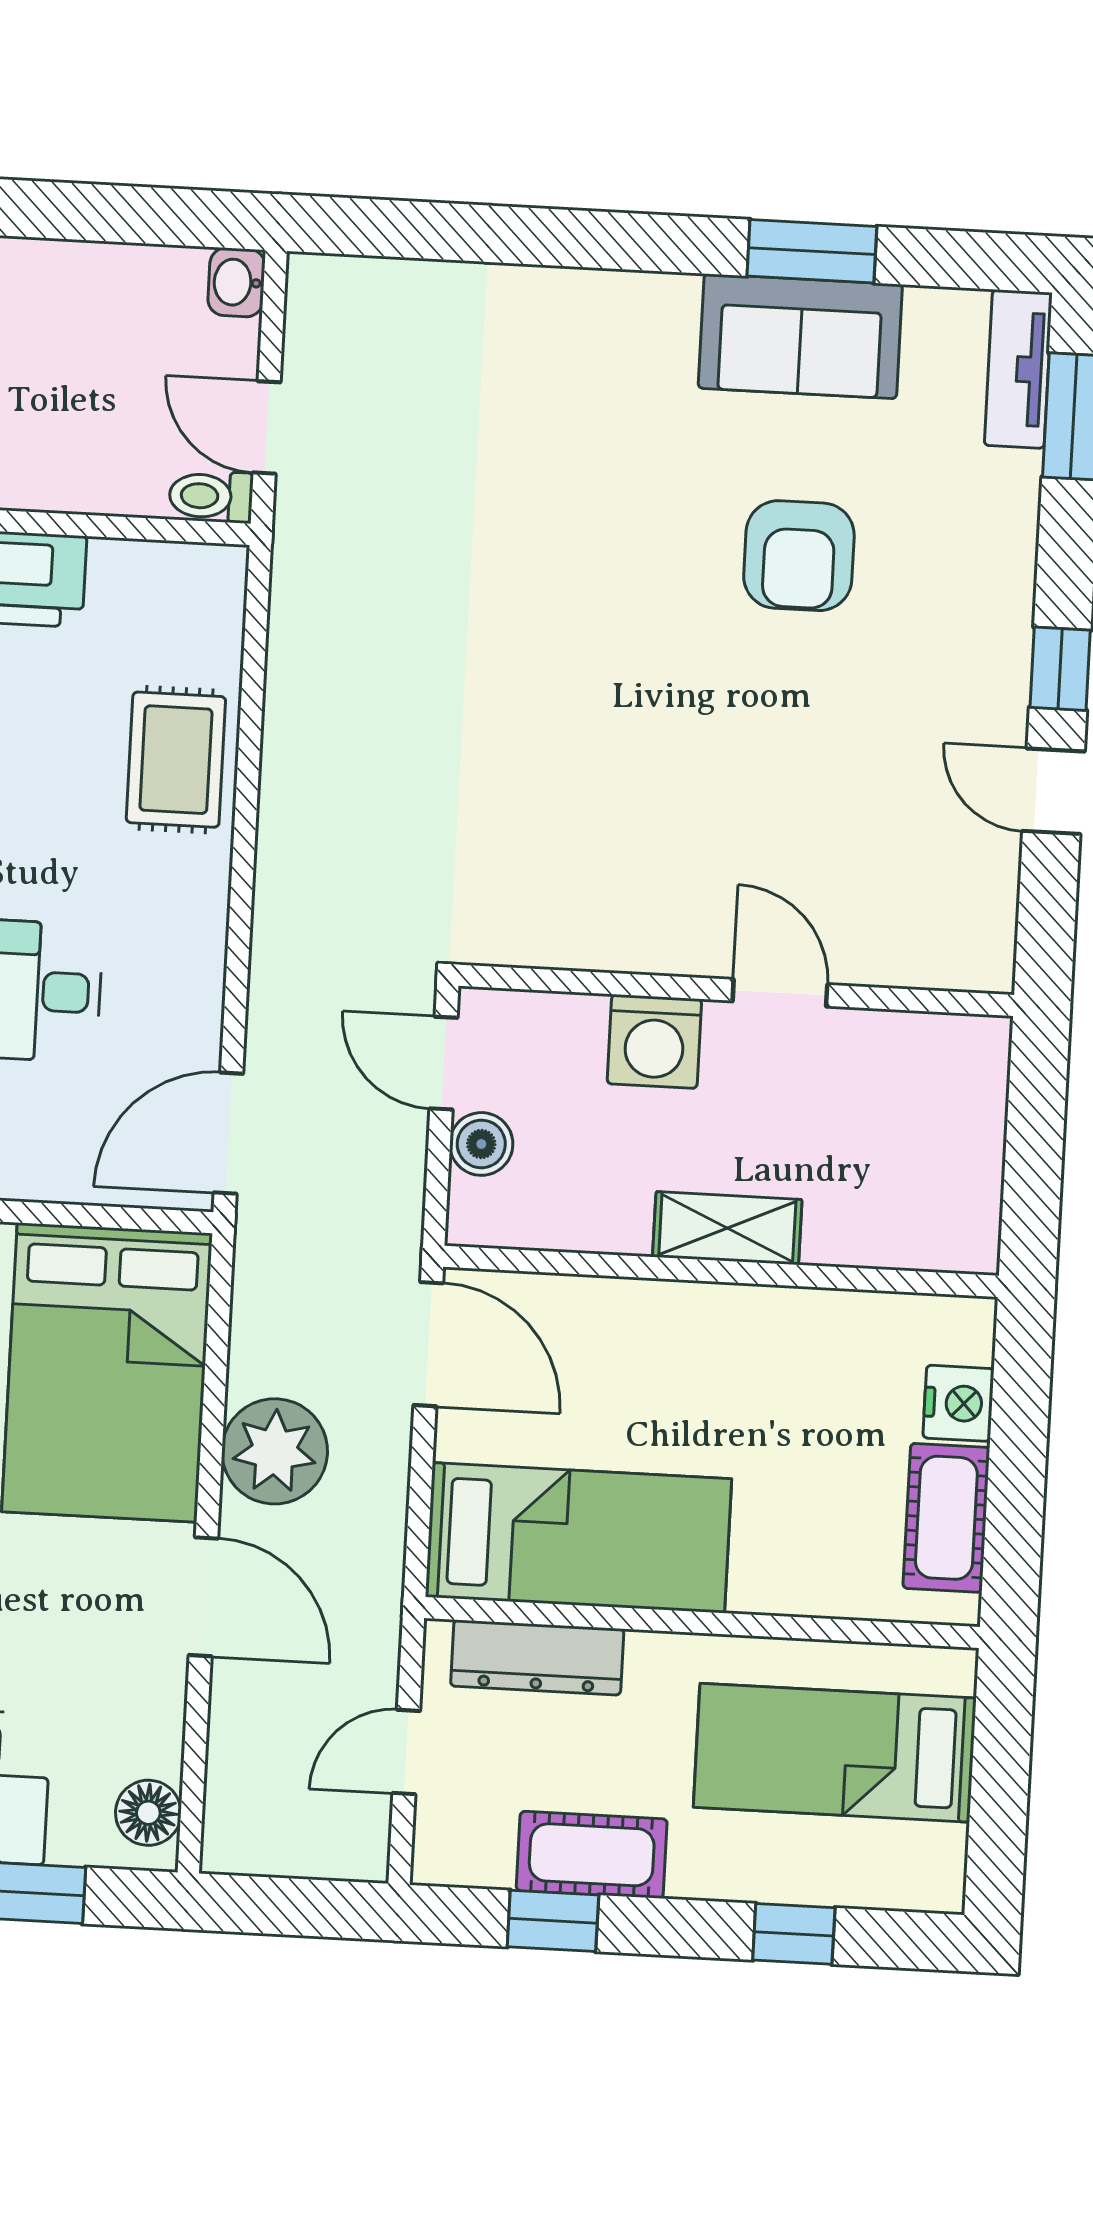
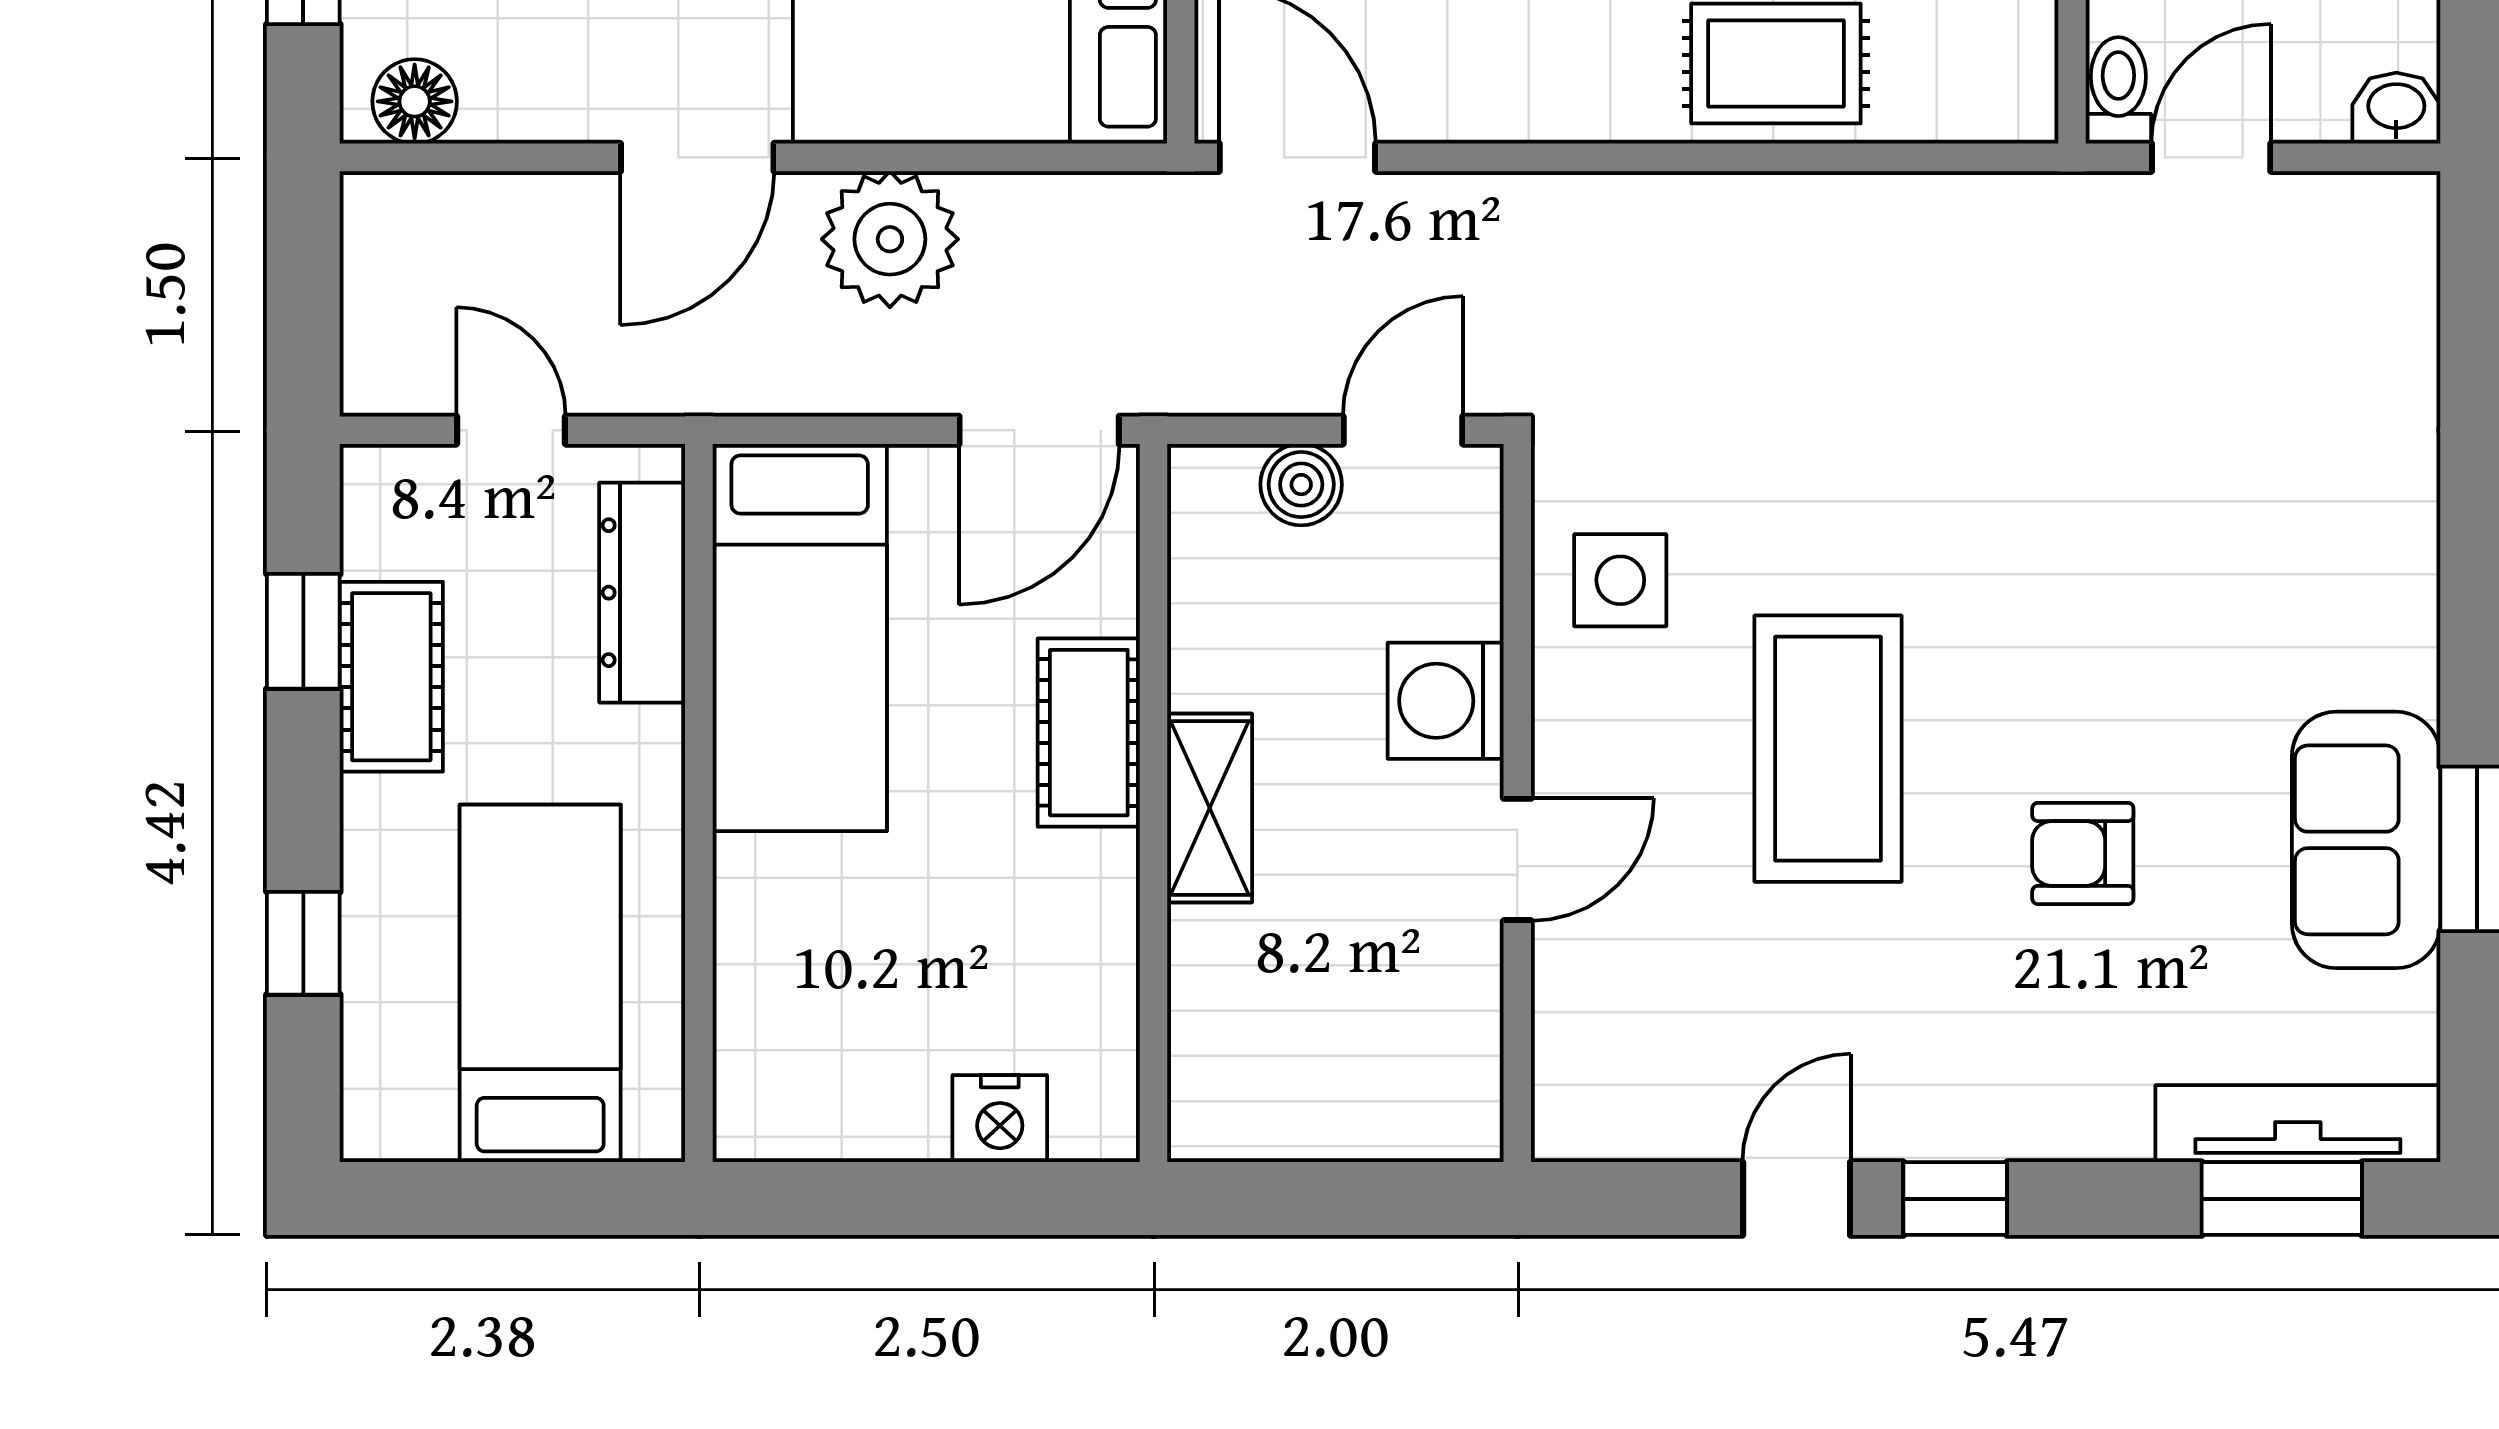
tv unit: (1018, 369) -> (2298, 1124), width x1.41
armchair: (799, 556) -> (2083, 853), width x0.72, depth x0.72
coffee table: (707, 748) -> (1828, 749), added
side table: (569, 902) -> (1620, 580), added
cot: (946, 1518) -> (1089, 733), moved, turned 90

